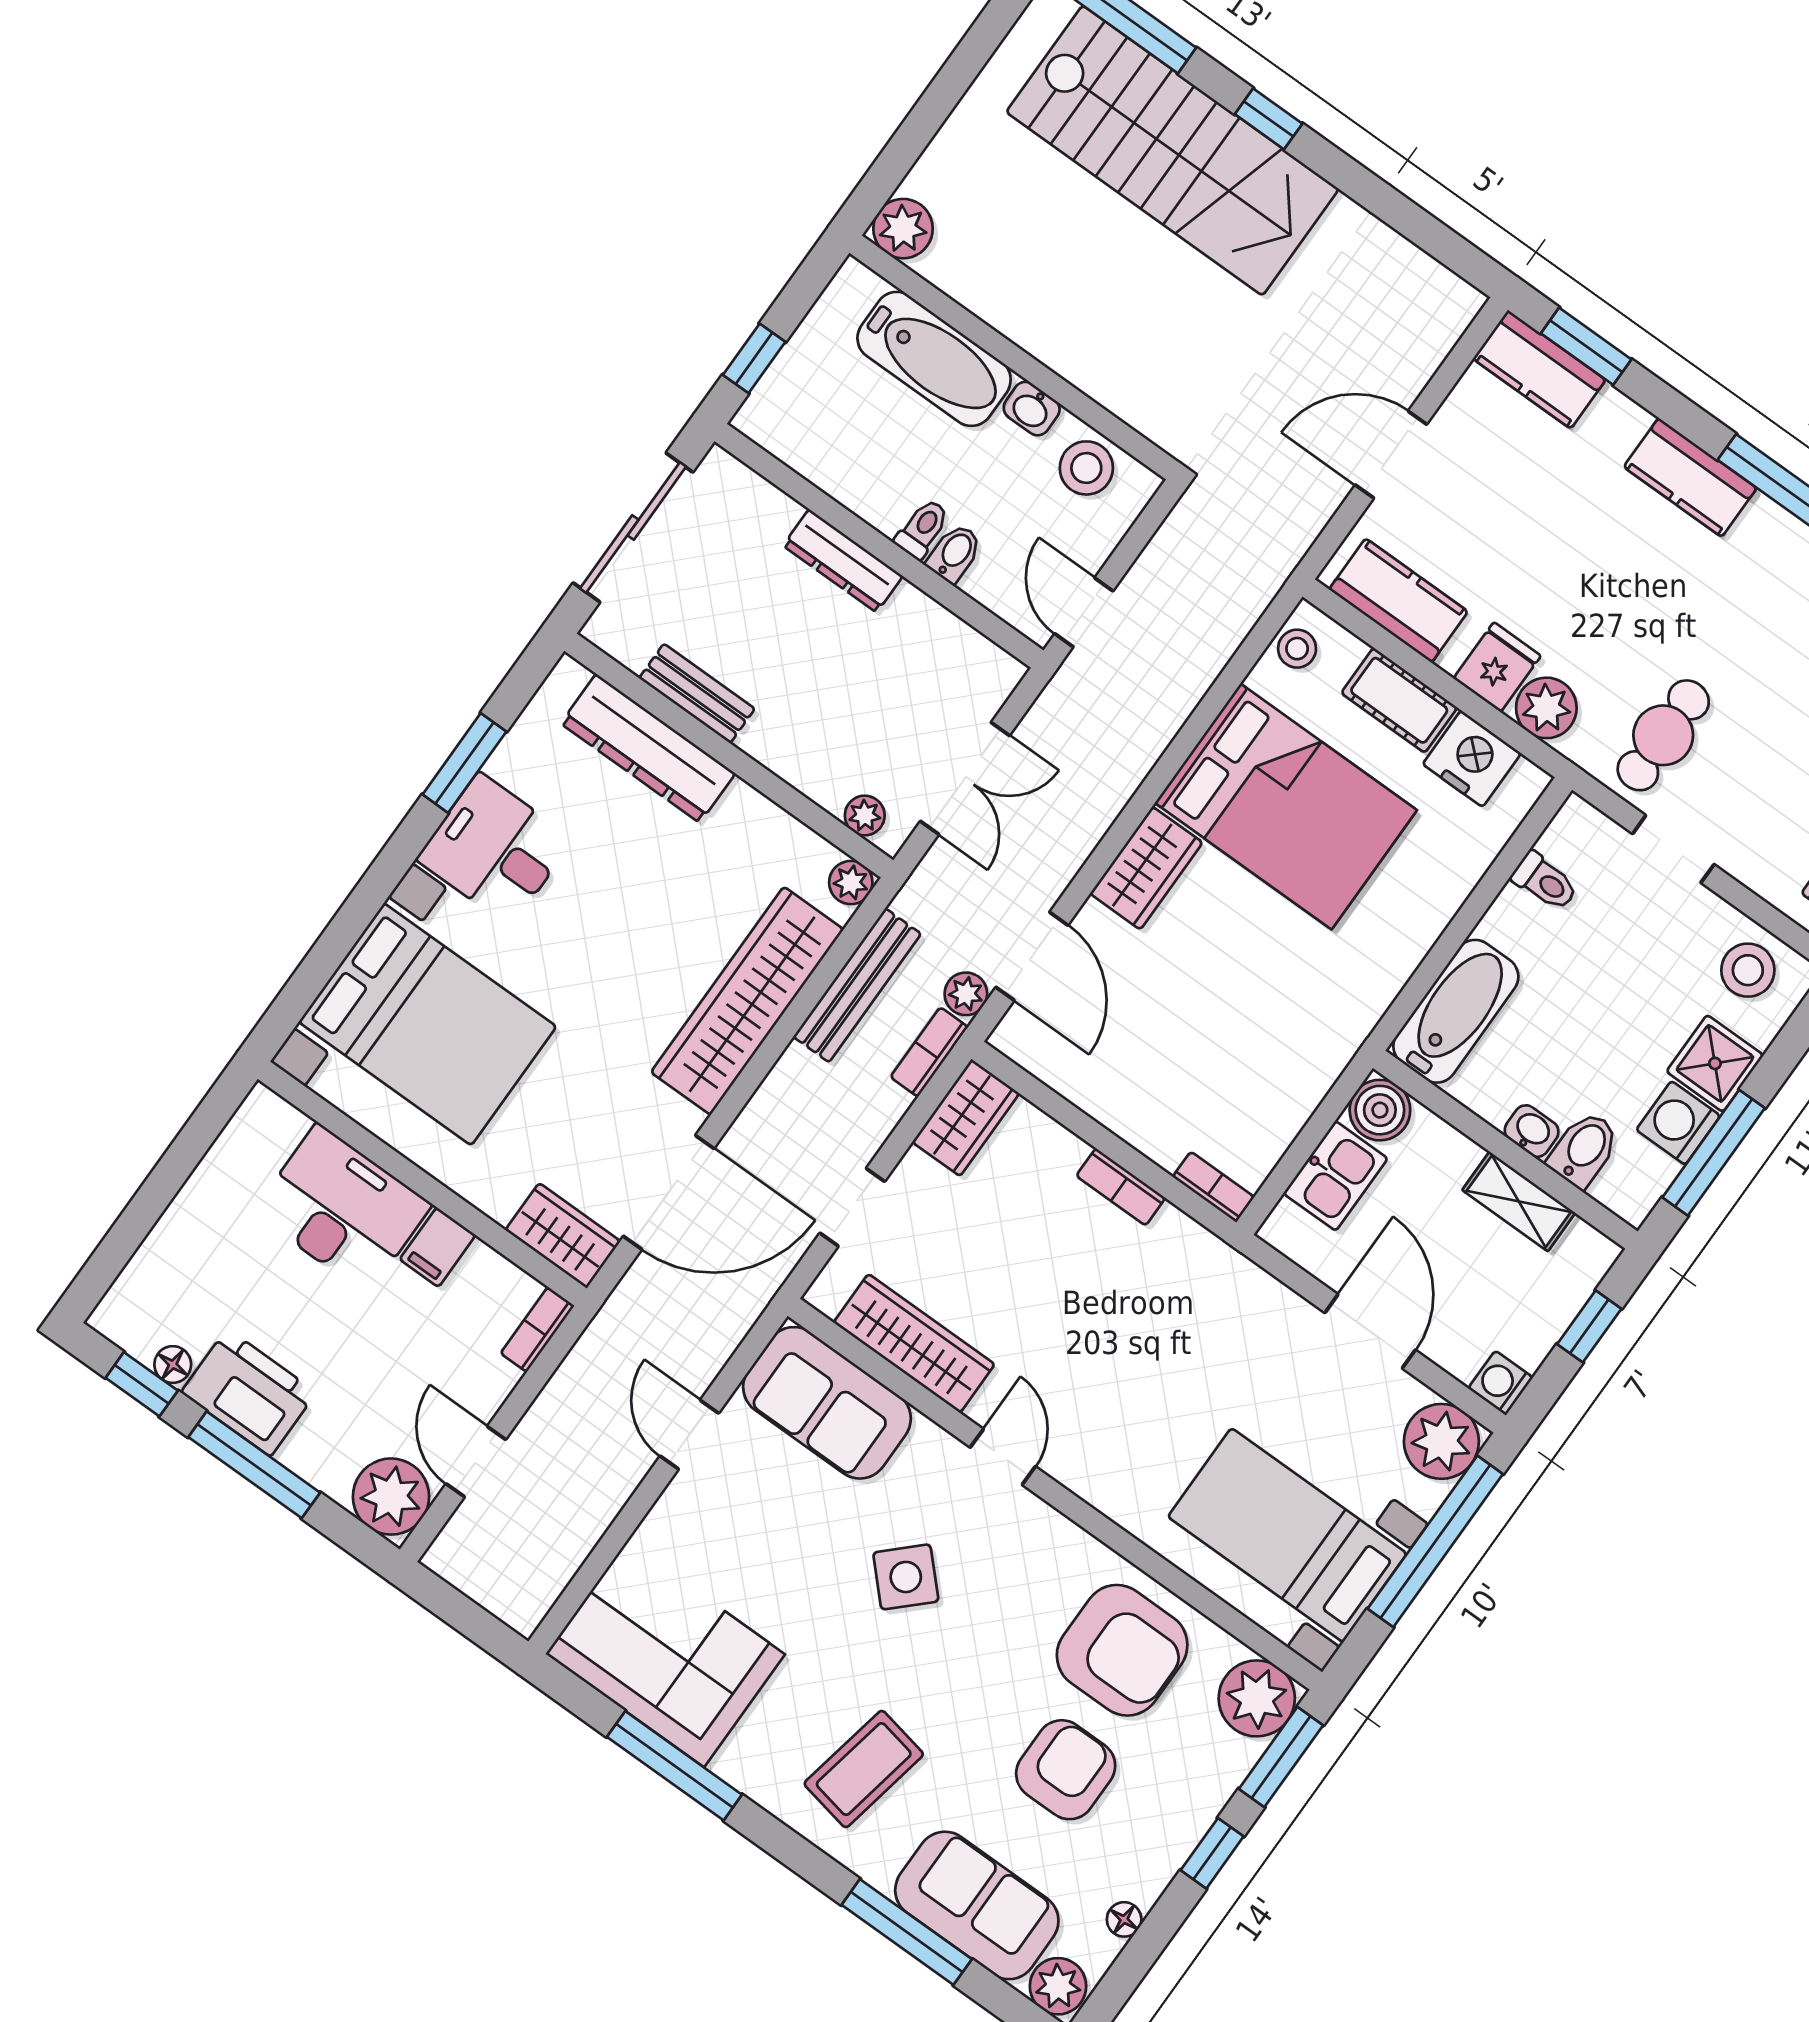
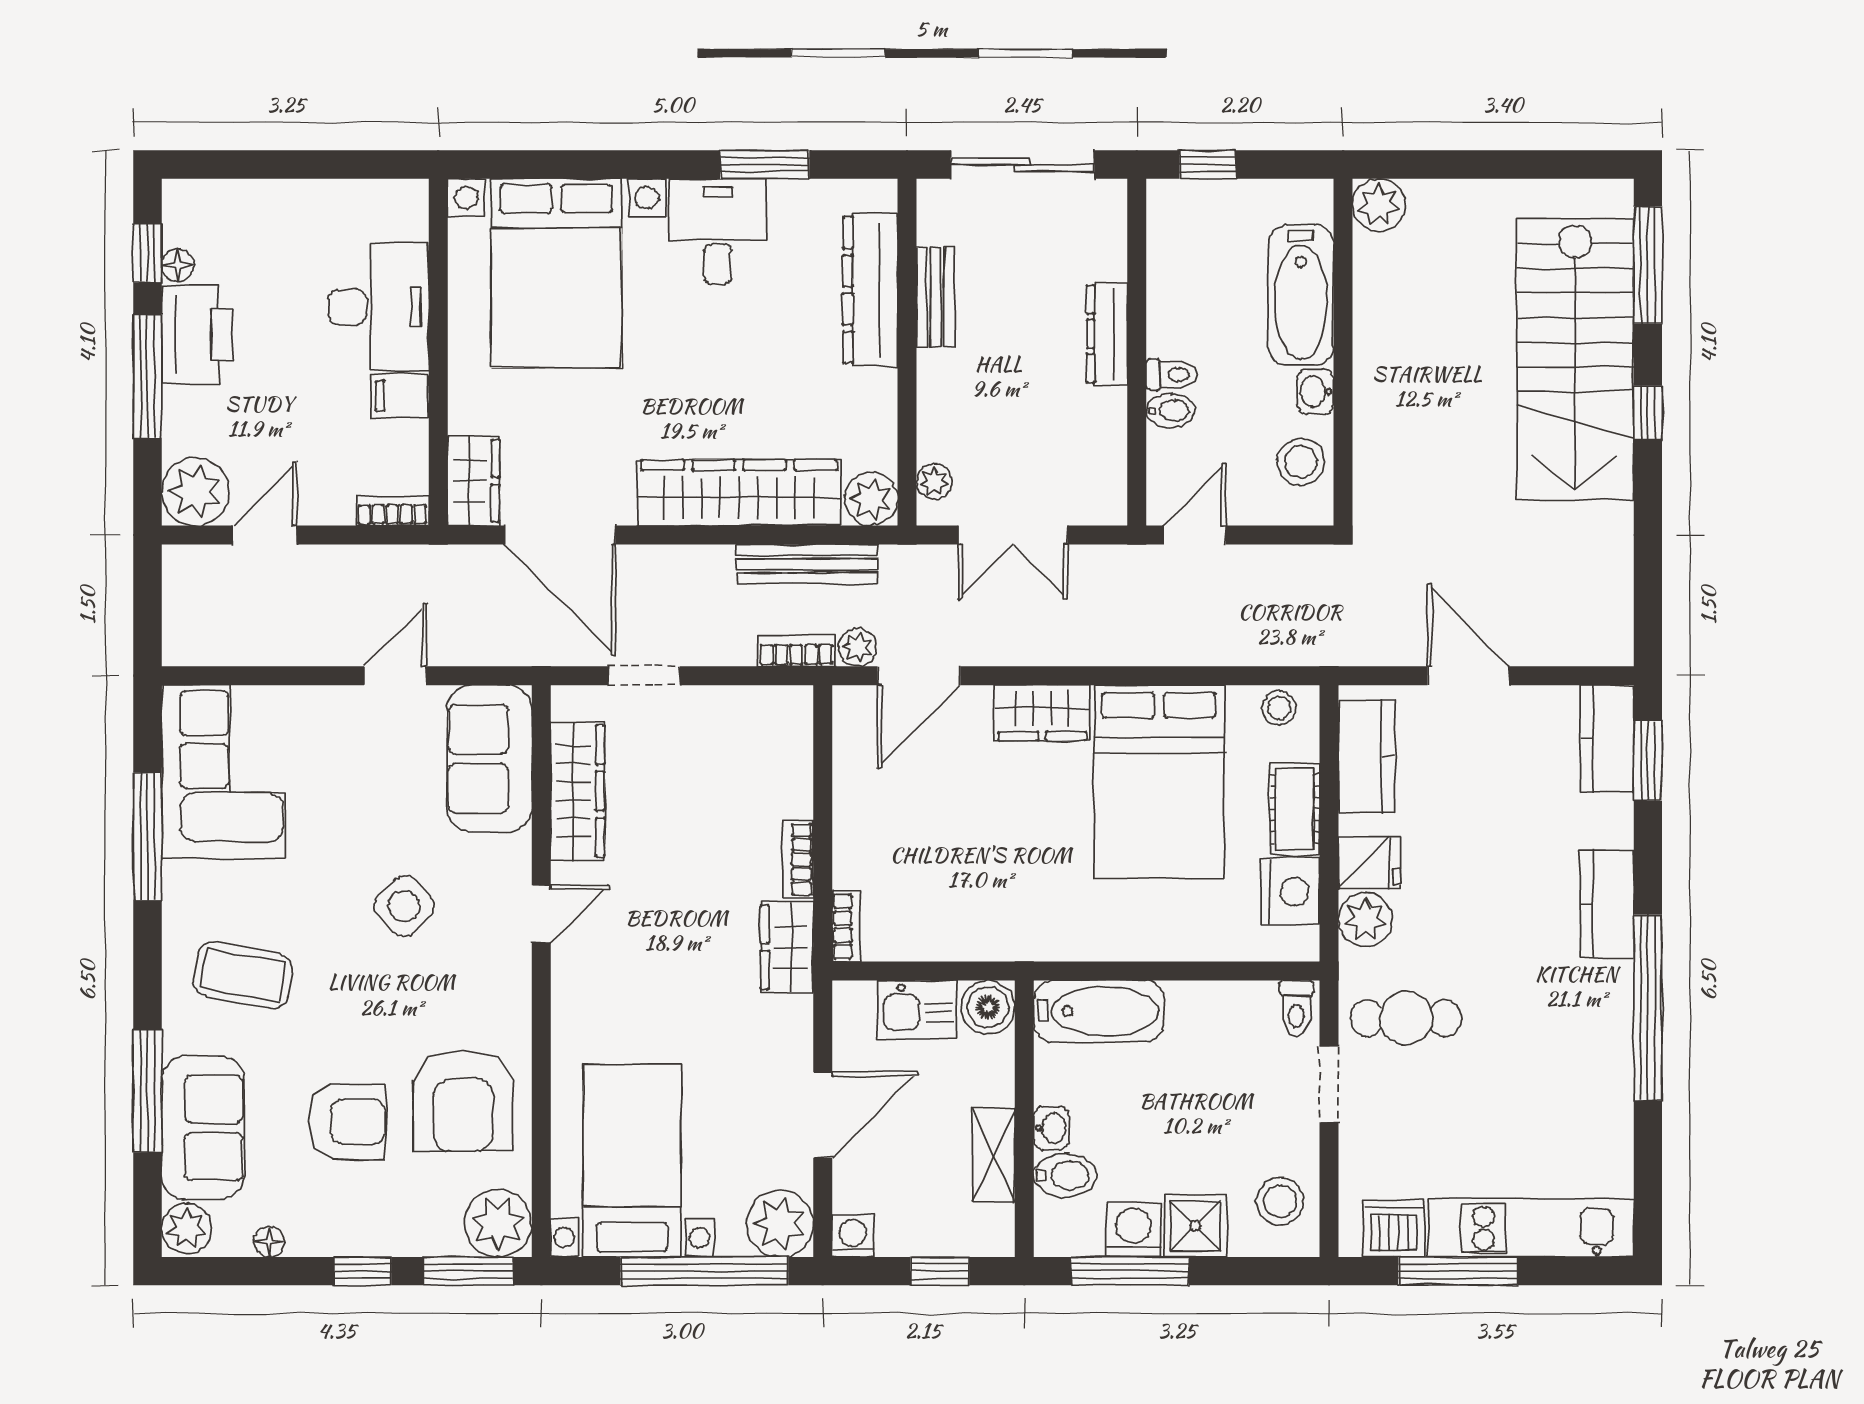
toilet: (1545, 881) -> (1296, 1008), moved
plant: (851, 883) -> (871, 499), width x1.38, depth x1.38
wardrobe: (966, 1118) -> (787, 947), moved, turned 90

